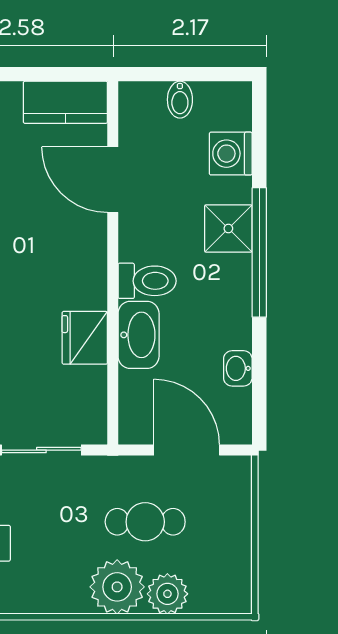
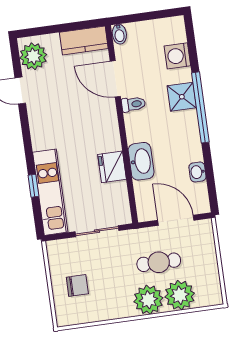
bidet: (180, 100) -> (119, 34), moved
toilet: (147, 281) -> (133, 104), moved, width x0.73, depth x0.72
plant: (167, 594) -> (180, 295), width x1.36, depth x1.36

